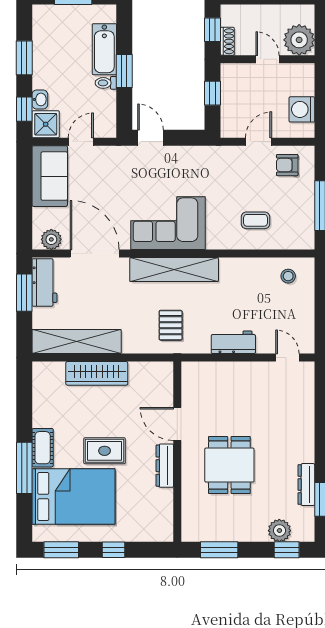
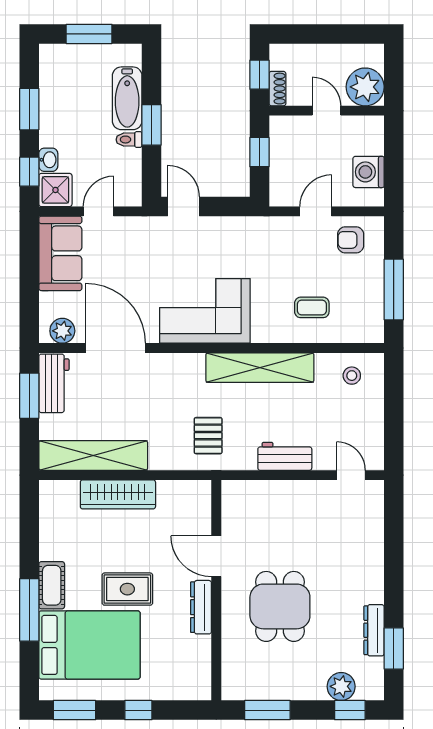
shelving: (174, 270) -> (260, 368), moved

